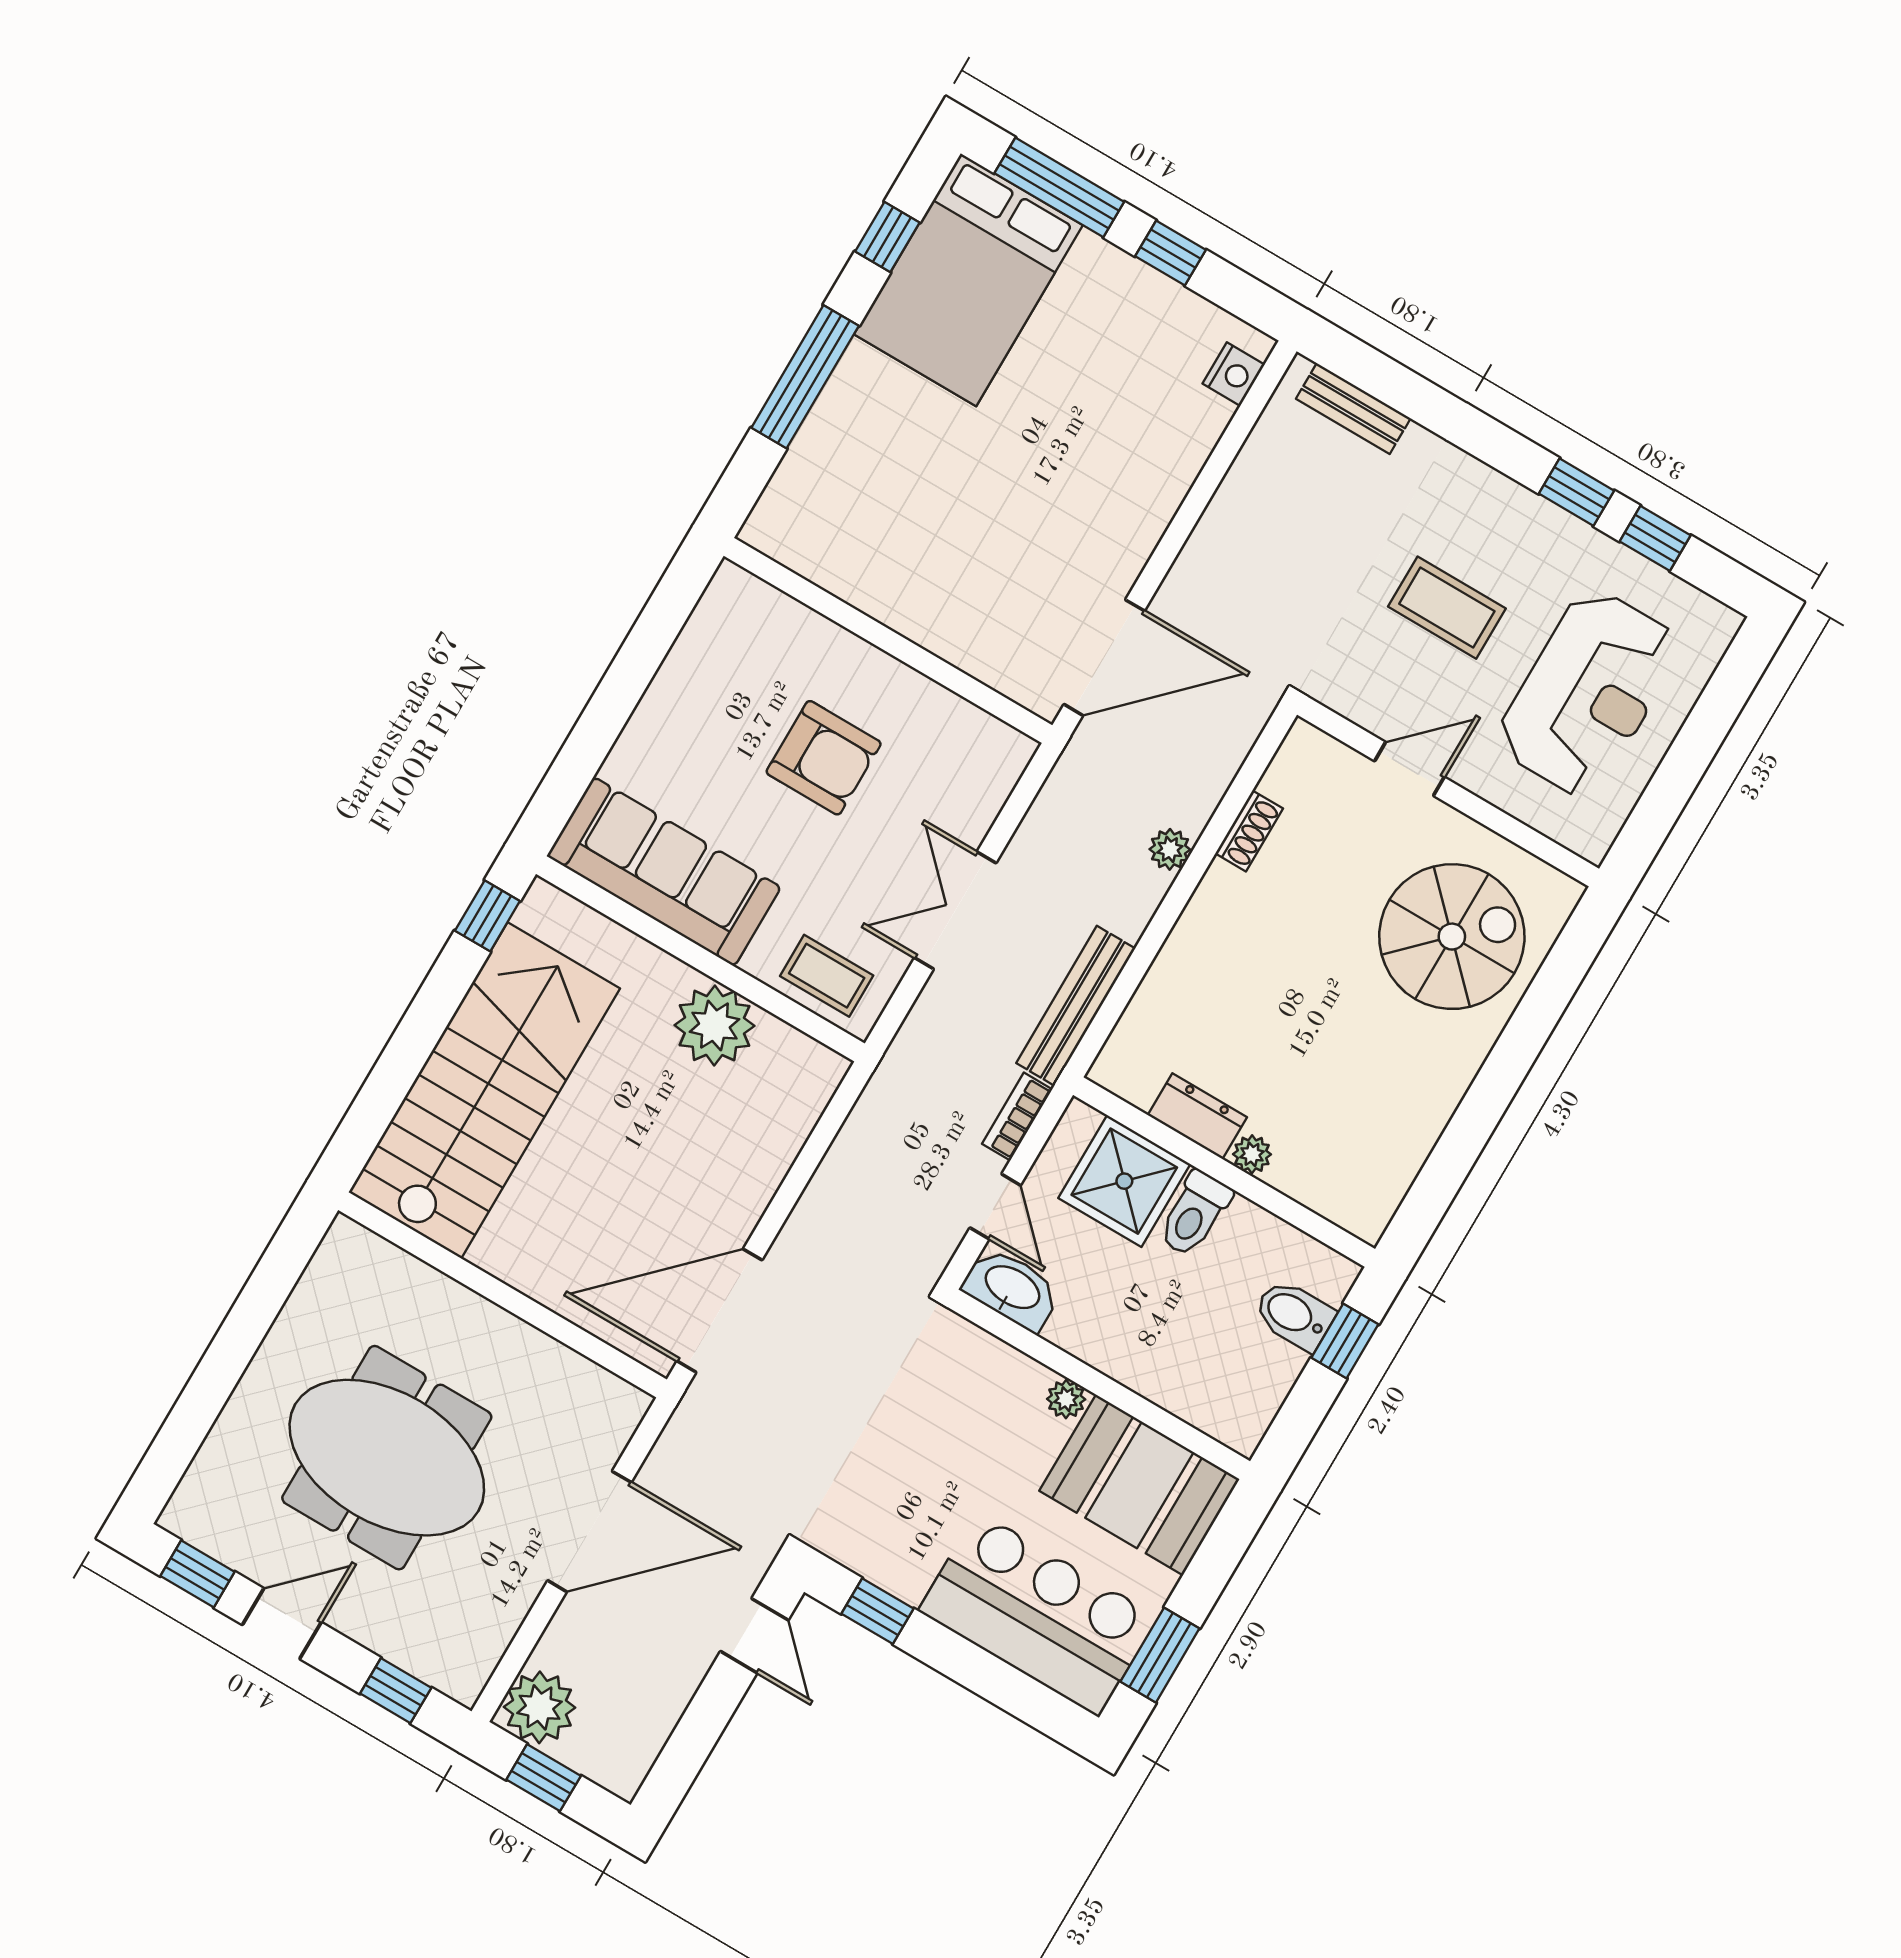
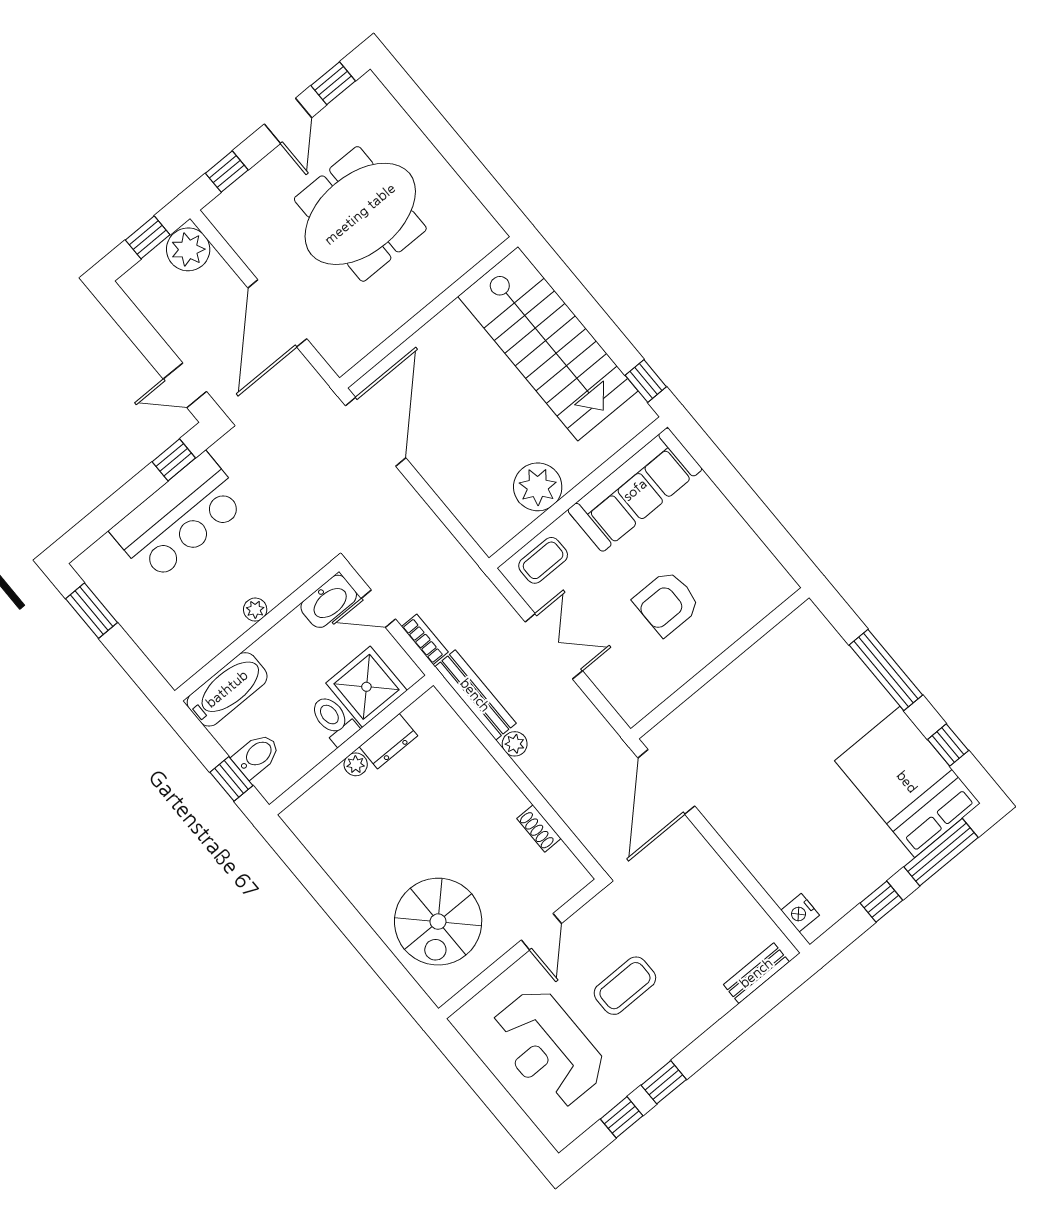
plant: (1170, 849) -> (515, 744), moved
bathtub: (1207, 1398) -> (227, 689), added
booth: (1139, 1485) -> (192, 634), removed
bar counter: (1038, 1614) -> (179, 517), moved

